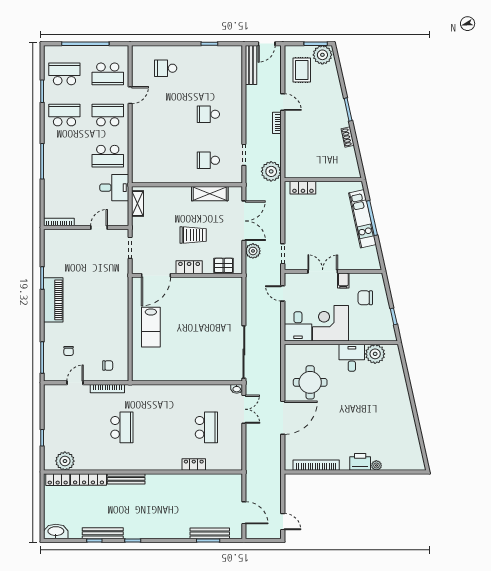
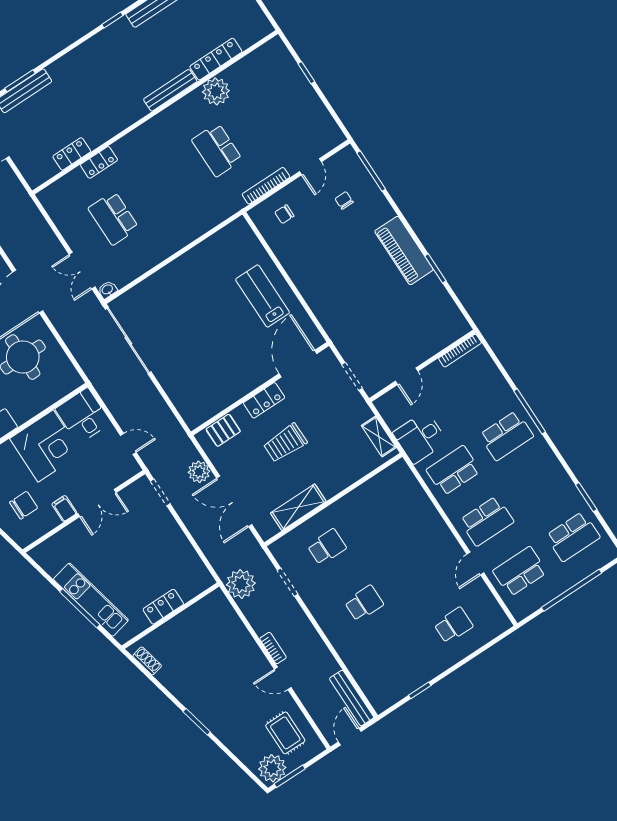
school desk: (64, 115) -> (506, 436), moved
shoe rack: (348, 137) -> (147, 661), moved
locker: (303, 188) -> (163, 607), moved
plant: (65, 461) -> (216, 91), moved
locker: (58, 480) -> (72, 154), moved

